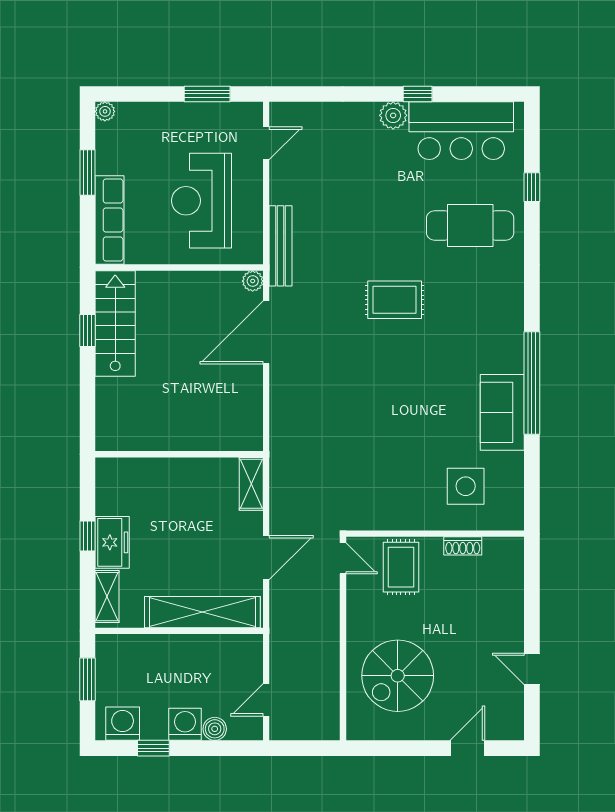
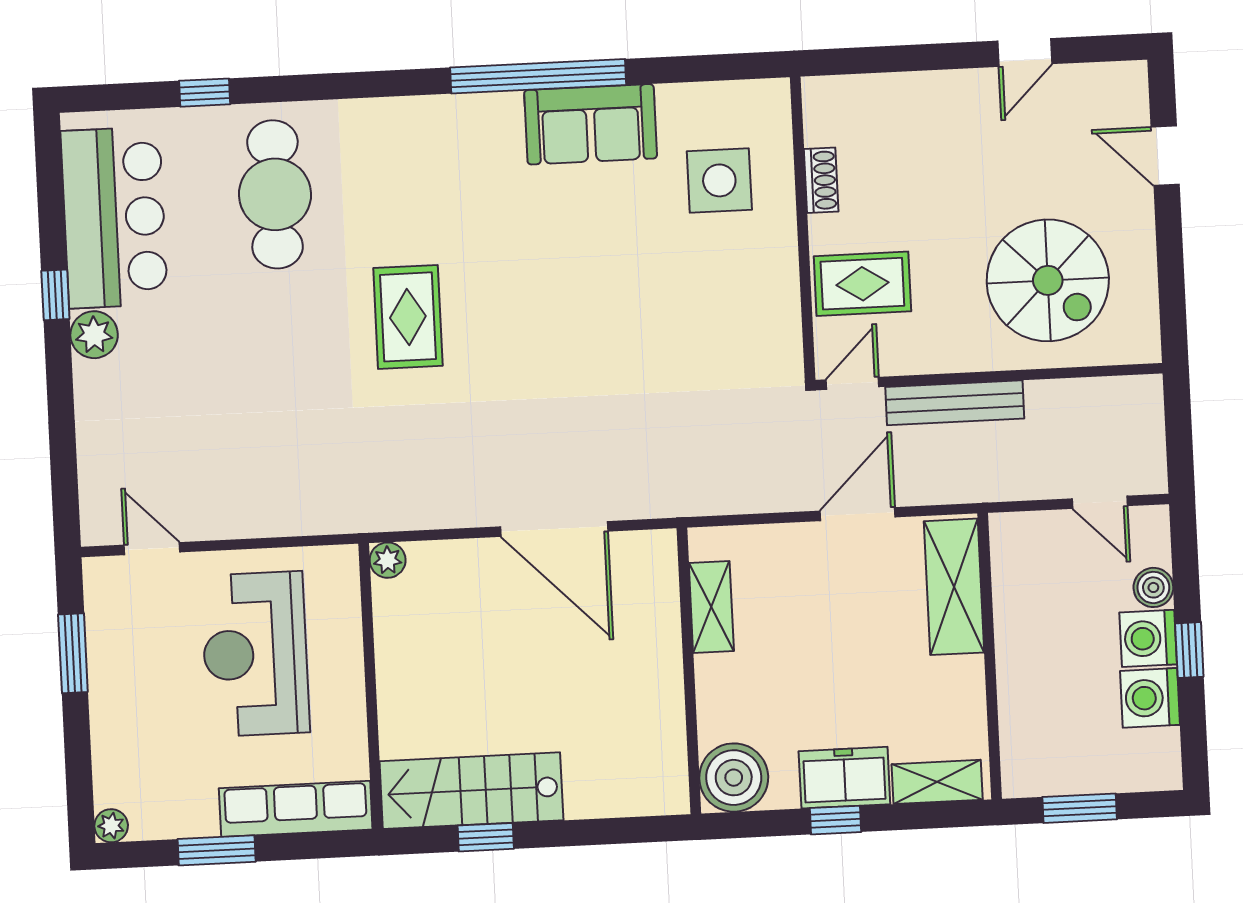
reception desk: (201, 201) -> (255, 654), turned 90
bench: (281, 246) -> (955, 403), moved
door: (266, 332) -> (554, 529), moved
boiler: (115, 478) -> (734, 778), added
shelving: (251, 484) -> (711, 607), moved, turned 90
door: (266, 558) -> (858, 514), hinge flipped
shelving: (202, 612) -> (954, 587), width x0.68
washing machine: (123, 724) -> (1150, 698), moved
window: (153, 748) -> (1189, 650), moved

